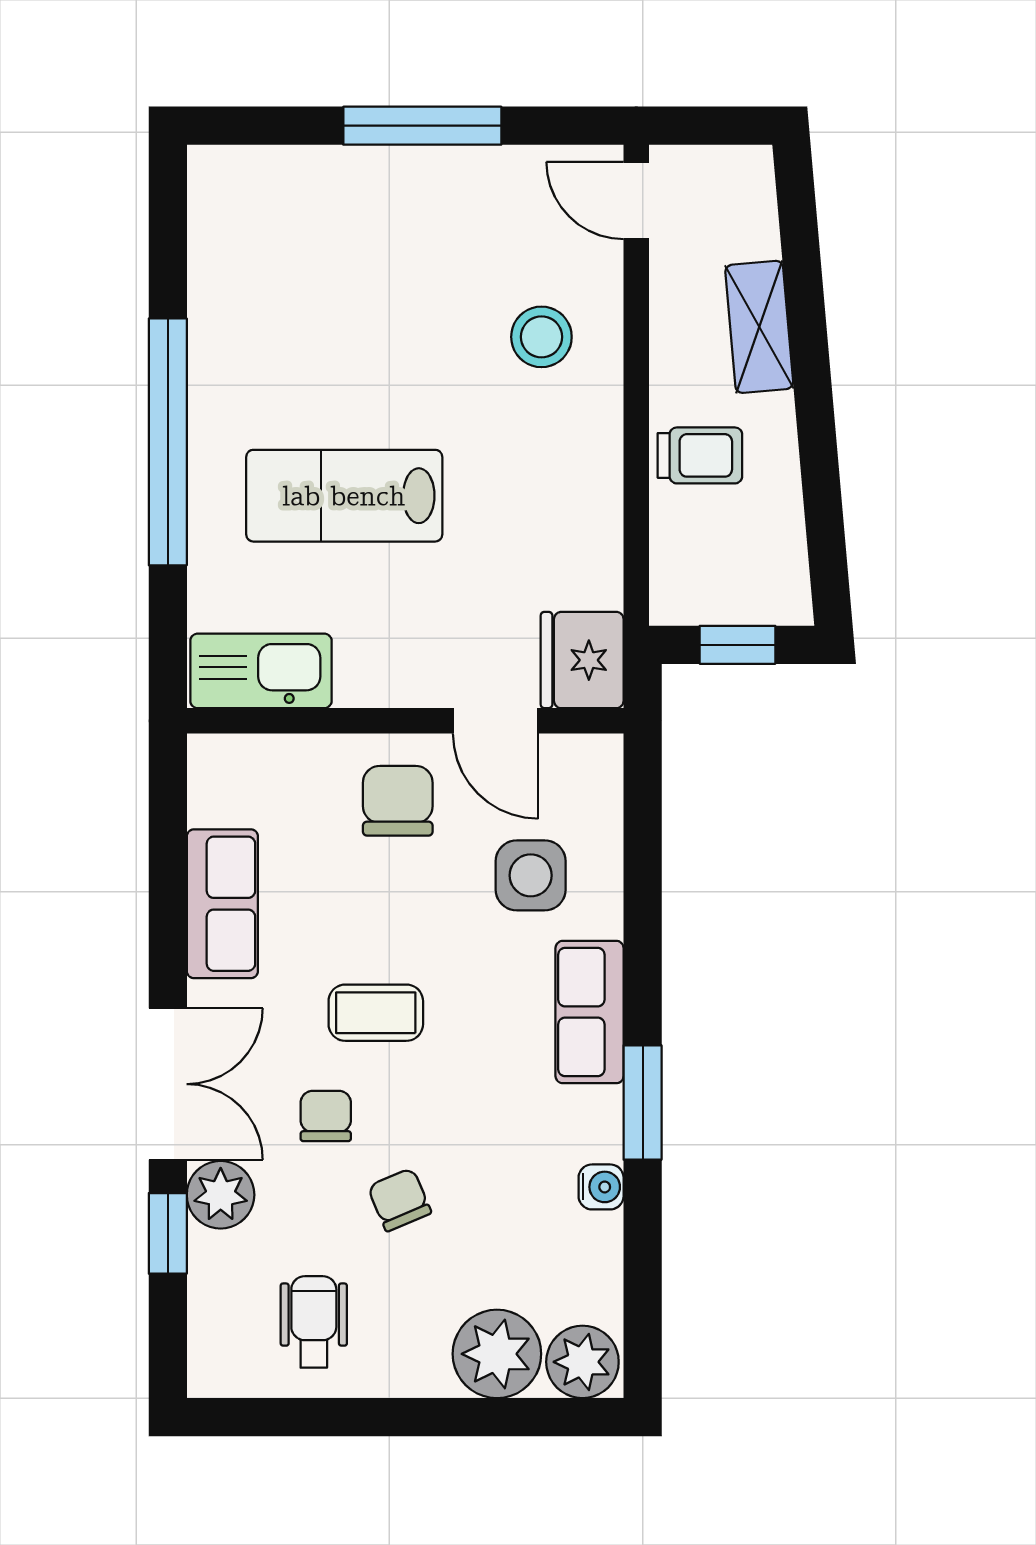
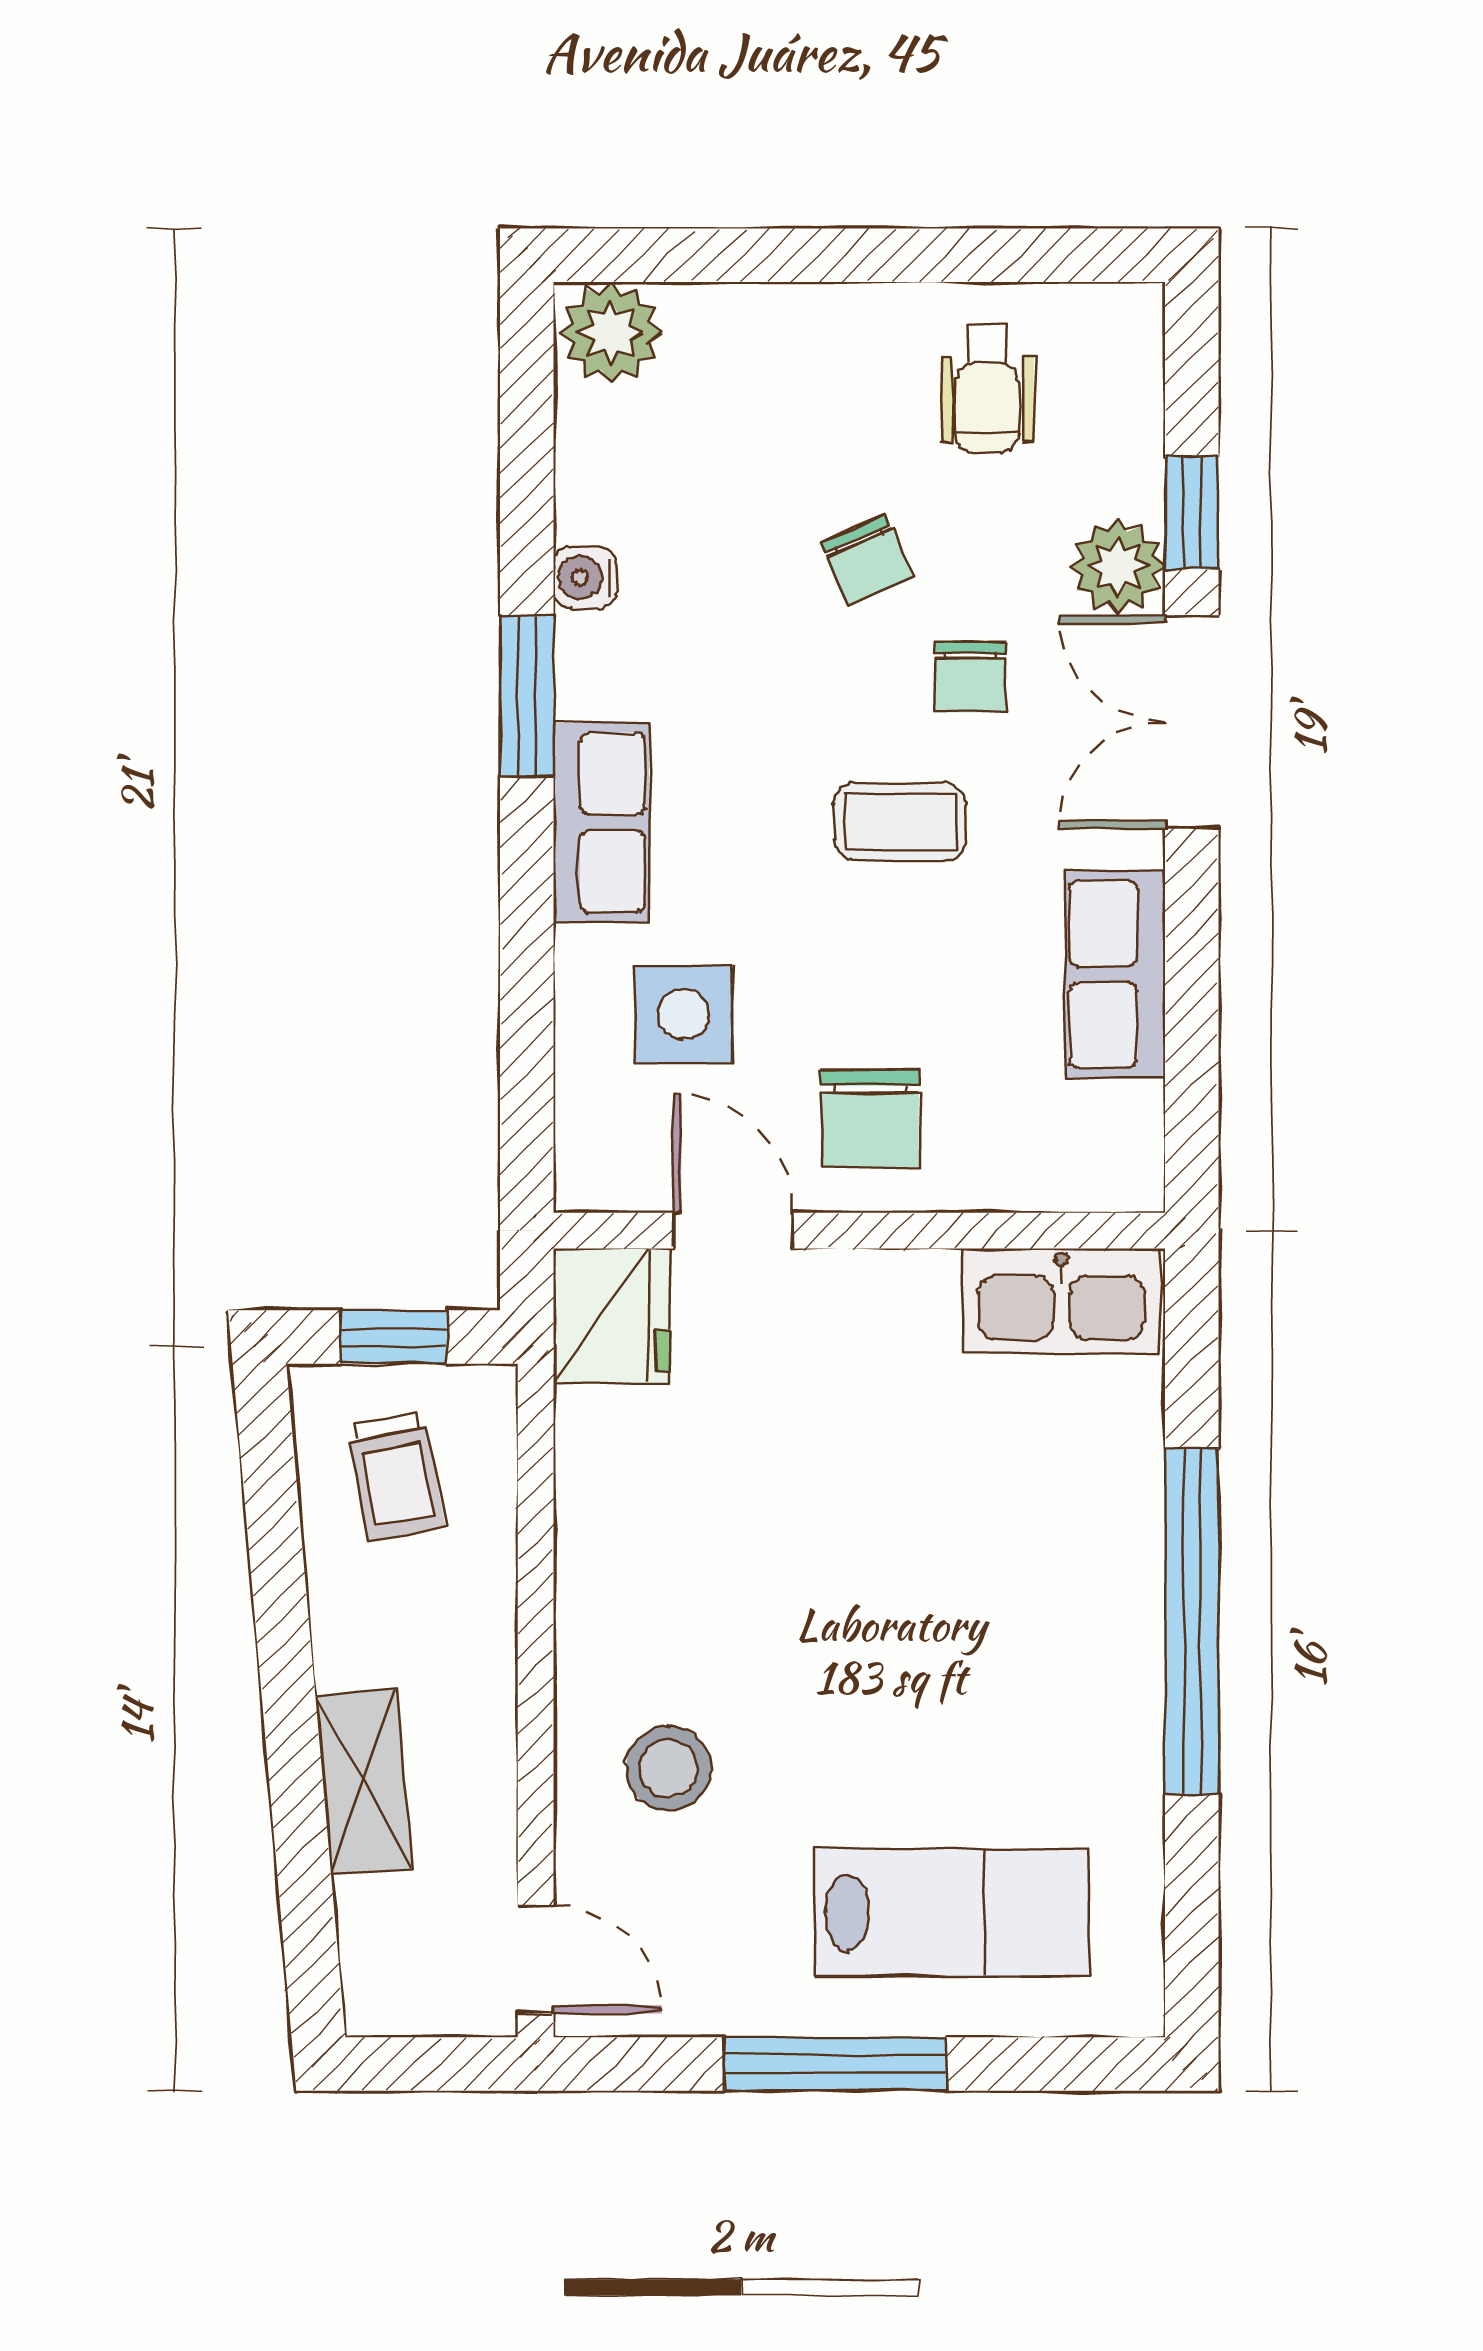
trolley: (700, 455) -> (396, 1476), moved, turned -101
lab bench: (344, 496) -> (952, 1913), moved
plant: (497, 1354) -> (731, 344), removed

